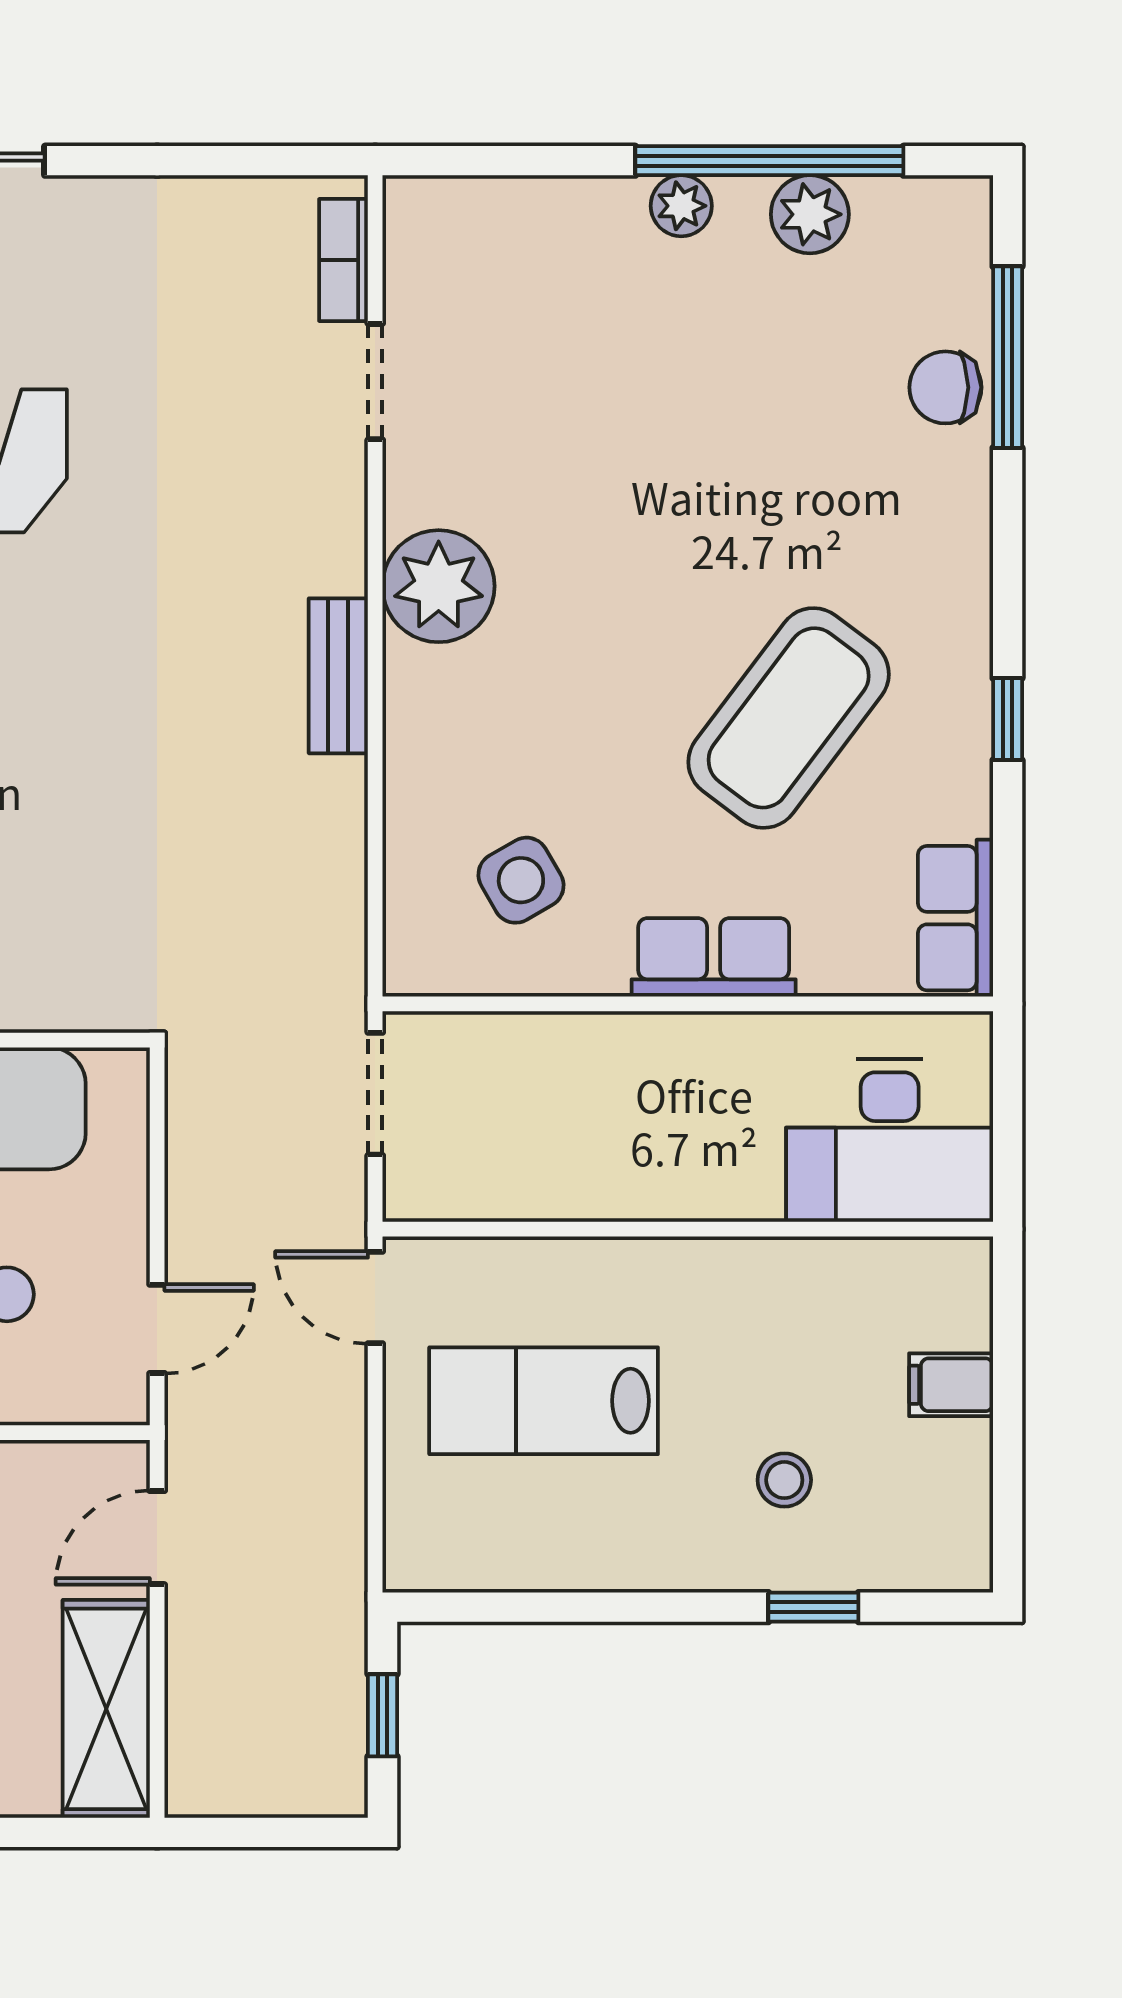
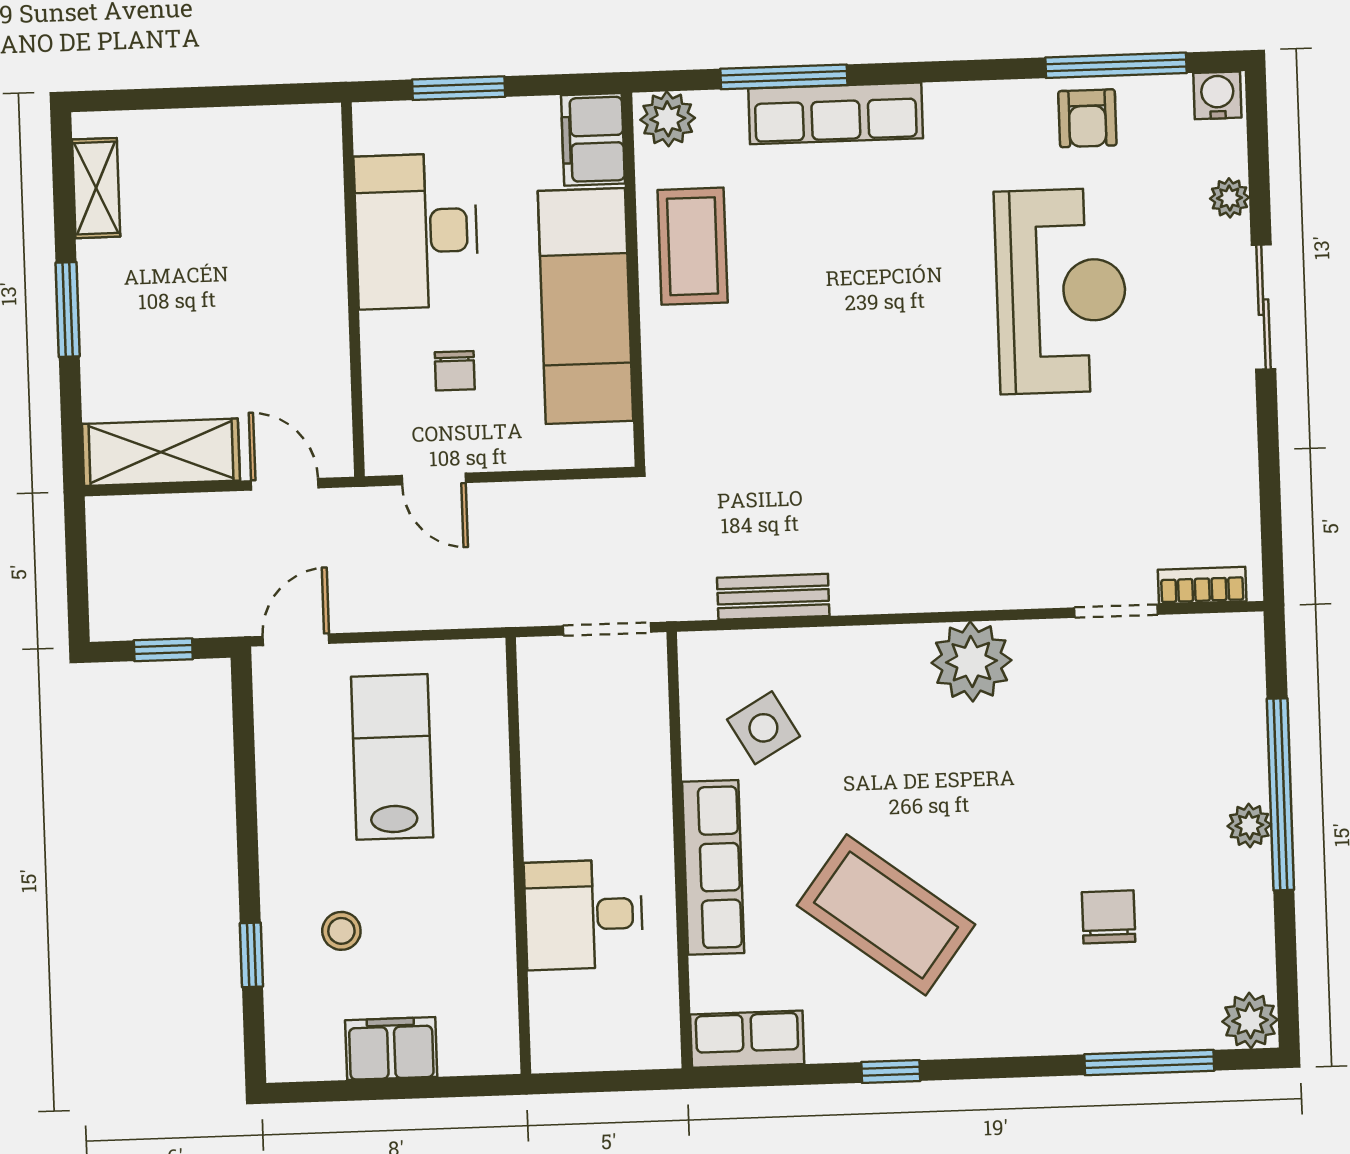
window: (769, 161) -> (1280, 794), moved
plant: (810, 214) -> (1250, 1021), moved
chair: (945, 387) -> (1109, 917), moved
bench: (338, 676) -> (773, 597), moved
row of seats: (714, 957) -> (713, 867), width x1.48
desk: (890, 1141) -> (584, 915), moved, width x0.73
door: (375, 1298) -> (296, 640), moved
filing cabinet: (951, 1385) -> (391, 1048), width x2.00

